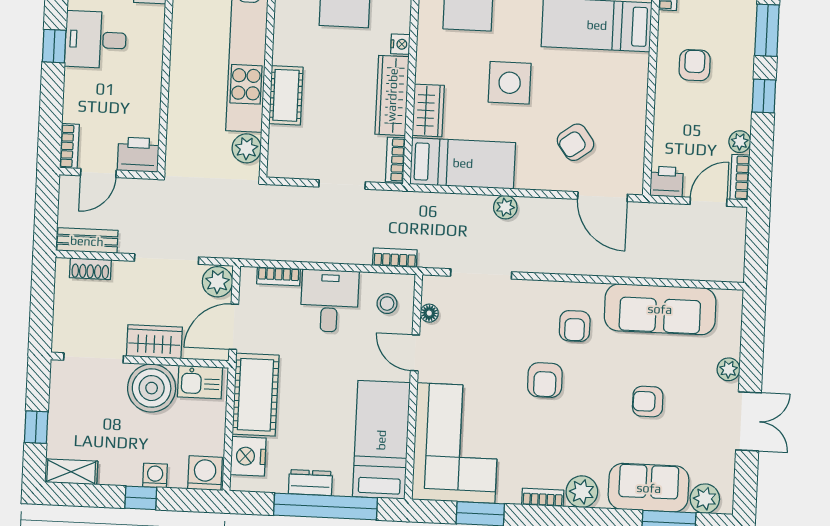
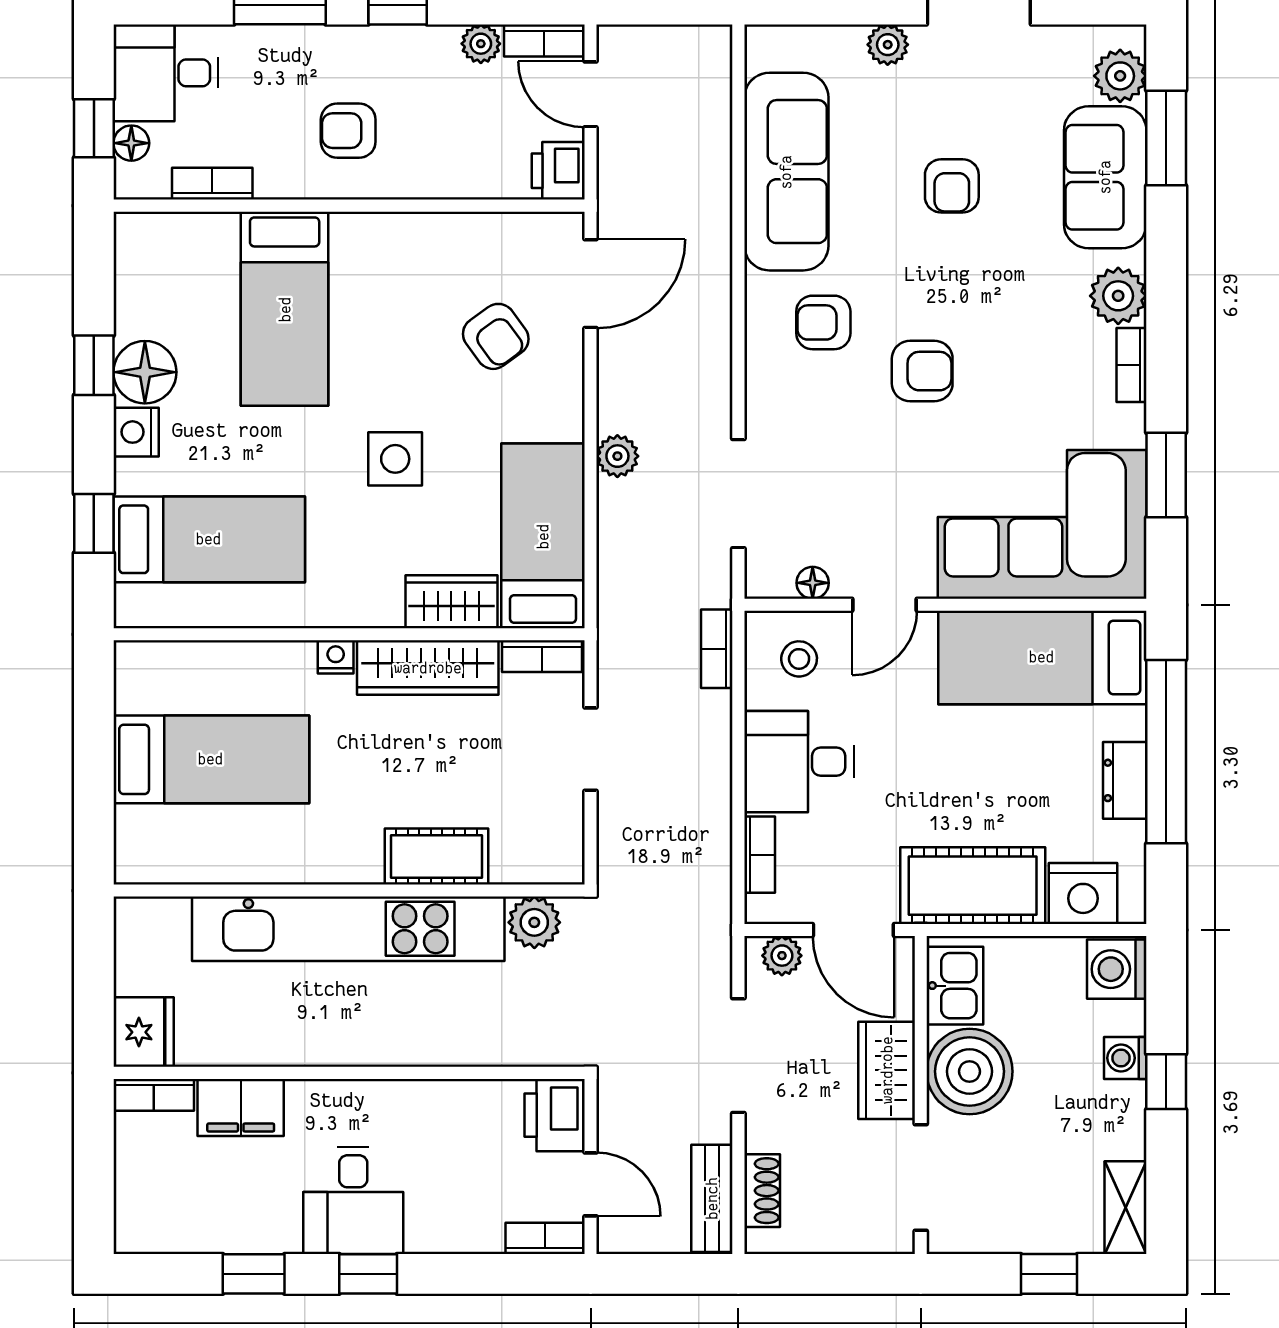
side table: (510, 83) -> (395, 459), width x0.73, depth x0.73
plant: (217, 282) -> (782, 956), width x0.73, depth x0.73
armchair: (575, 326) -> (823, 322), turned 180

